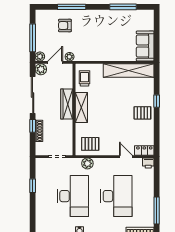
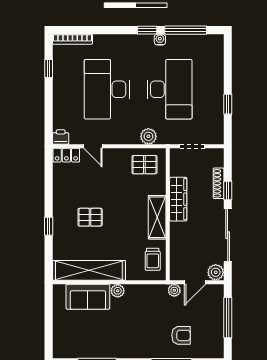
sofa: (145, 46) -> (88, 297), moved, turned 90
plant: (40, 56) -> (118, 291), moved
wardrobe: (67, 104) -> (178, 199), moved
pallet: (142, 113) -> (90, 217), moved
desk: (73, 196) -> (169, 89), turned 180
window: (157, 210) -> (49, 68), width x0.46

